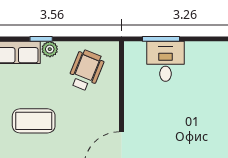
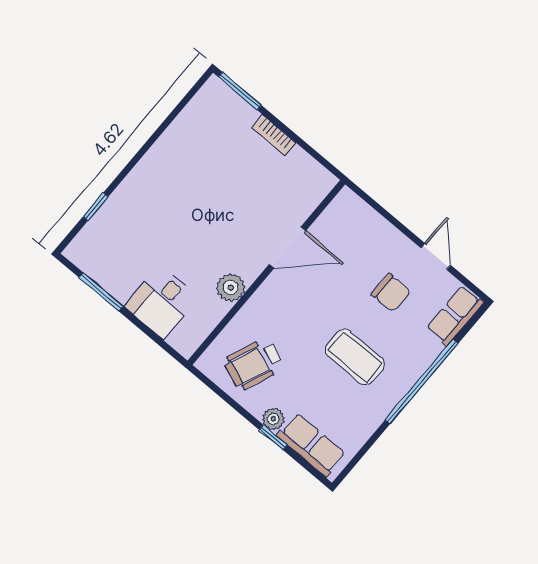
window: (161, 39) -> (101, 292), moved
plant: (134, 101) -> (231, 288), added

